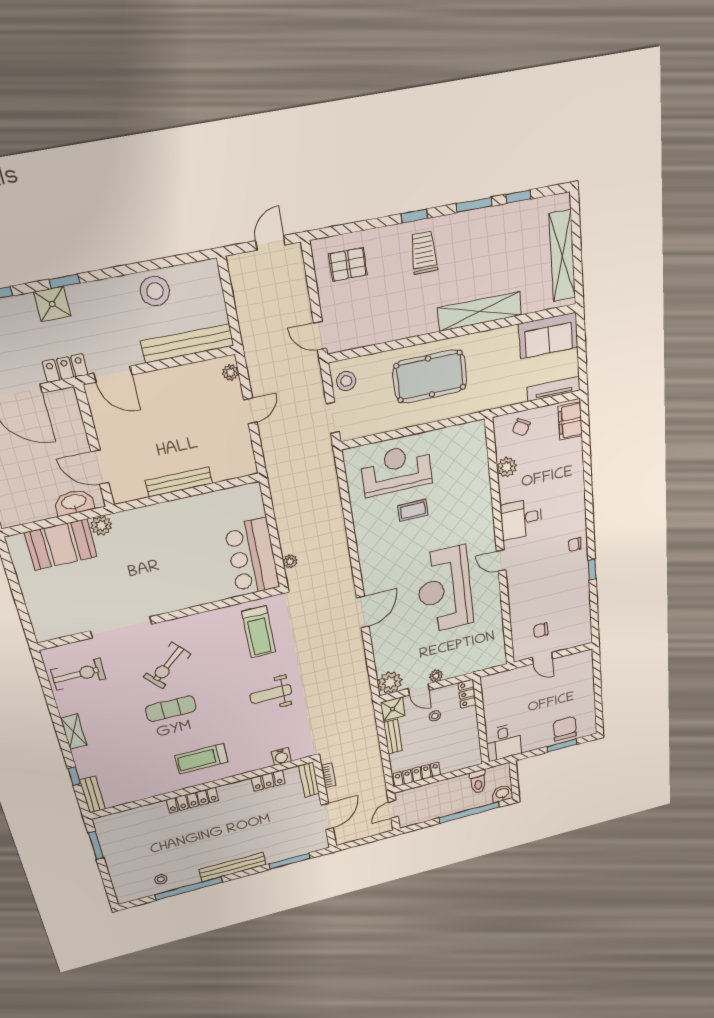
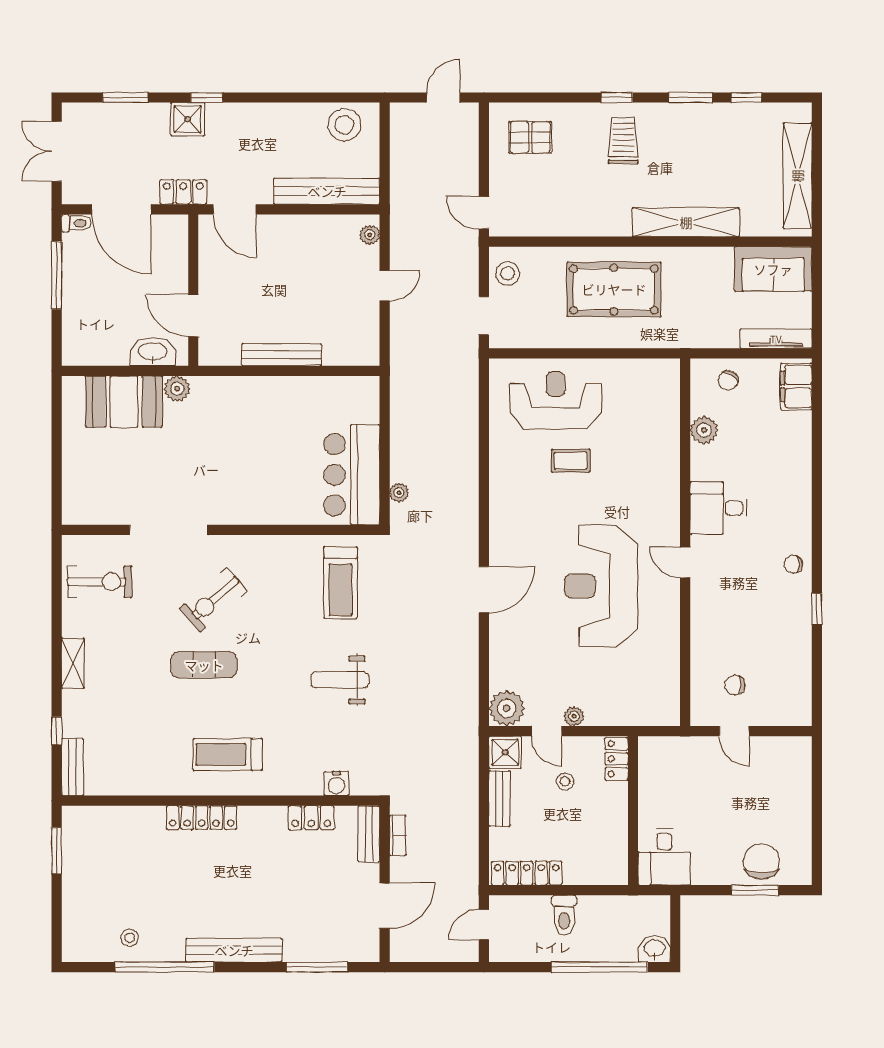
stool: (155, 291) -> (344, 125), moved
toilet: (478, 782) -> (564, 915), moved

